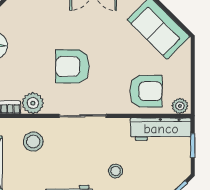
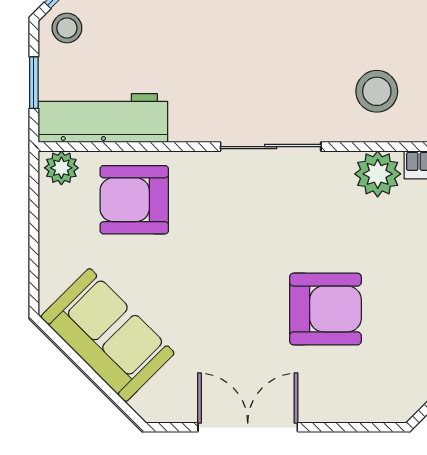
armchair: (72, 66) -> (325, 309), moved
stool: (116, 171) -> (67, 28), moved

